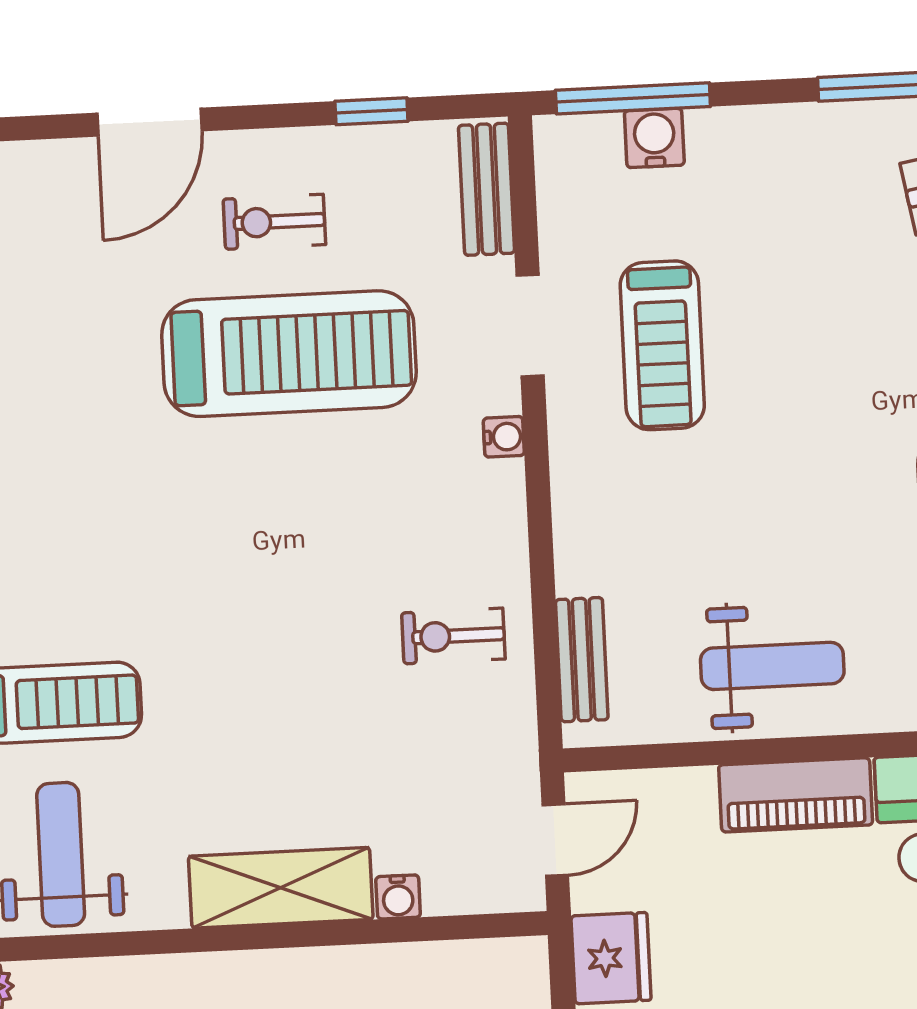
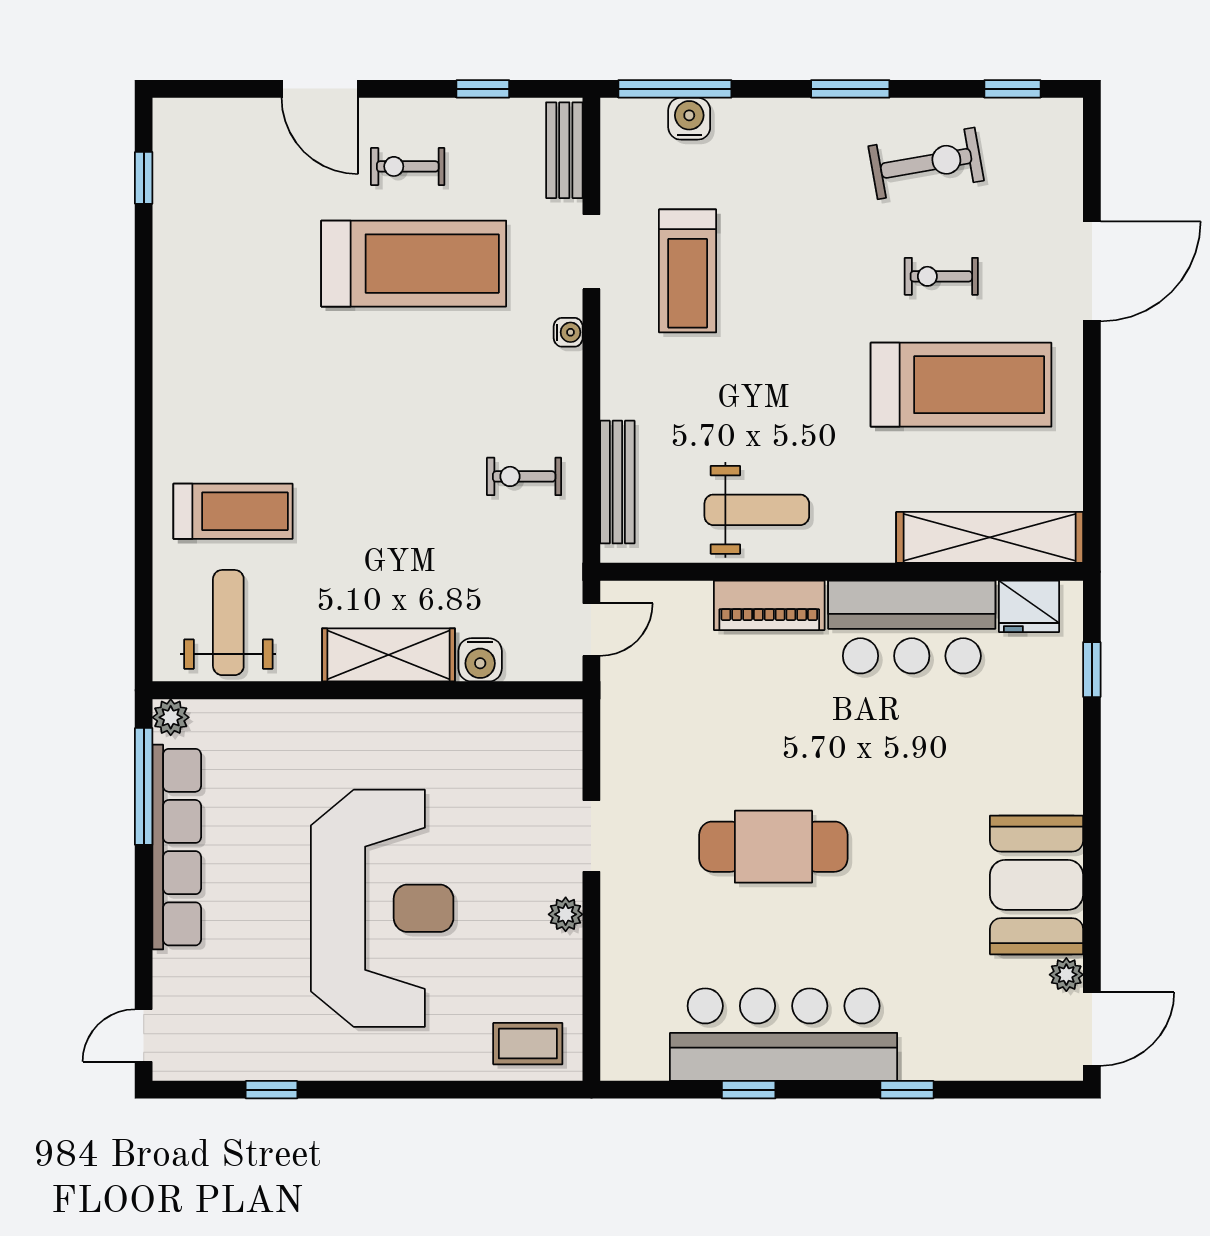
door: (150, 122) -> (320, 89), hinge flipped
bench: (582, 660) -> (617, 482), width x1.36
water cooler: (398, 897) -> (480, 660), width x1.38, depth x1.38
fridge: (611, 958) -> (628, 718), removed

